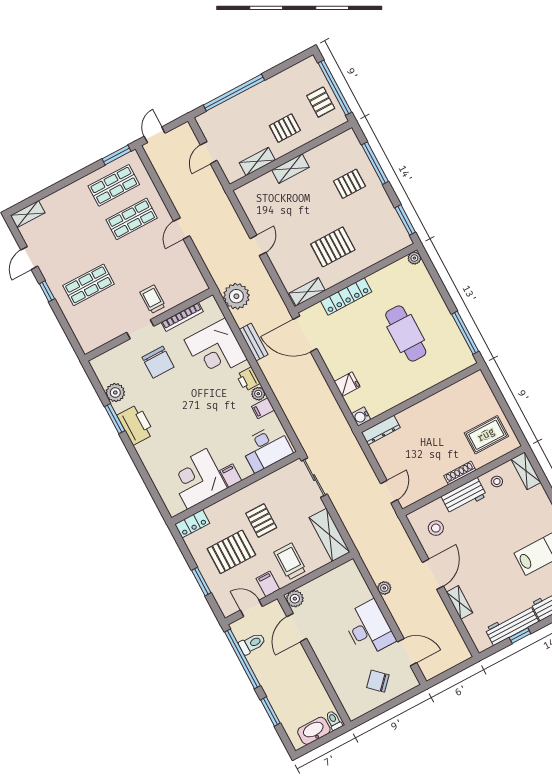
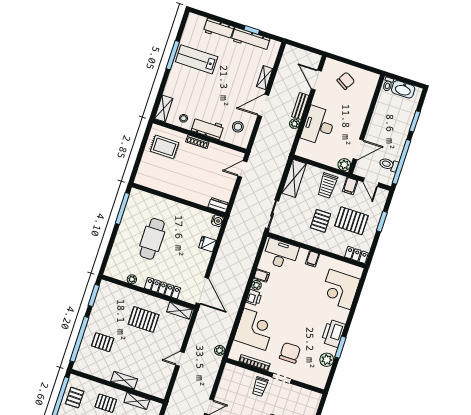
window: (375, 163) -> (79, 339), width x1.46
plant: (414, 258) -> (132, 279), moved
plant: (236, 296) -> (220, 350), width x0.53, depth x0.53
bench: (254, 342) -> (300, 106), moved
dresser: (381, 430) -> (218, 205), width x0.70
corner desk: (197, 479) -> (340, 289), moved, turned 90
desk: (369, 628) -> (318, 126), moved
chair: (378, 681) -> (346, 81), turned -102

